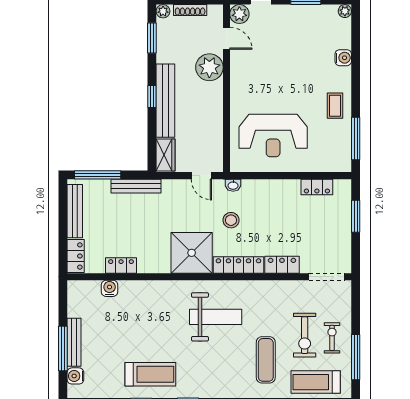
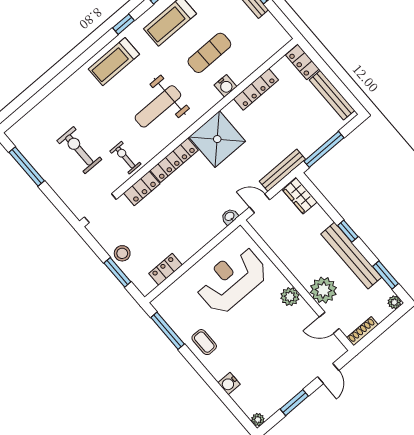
shoe rack: (190, 10) -> (362, 331), moved
plant: (239, 14) -> (290, 297), moved
bench: (165, 101) -> (351, 256), moved
window: (98, 175) -> (324, 149), moved
bench: (136, 186) -> (282, 170), moved
stool: (231, 220) -> (122, 253), moved
locker: (121, 265) -> (256, 89), width x1.53
water cooler: (110, 288) -> (225, 86), moved
exercise bike: (332, 338) -> (125, 158), moved, turned 180
exercise mat: (266, 360) -> (209, 53), moved, turned 90
treadmill: (316, 382) -> (114, 62), moved, turned 180

